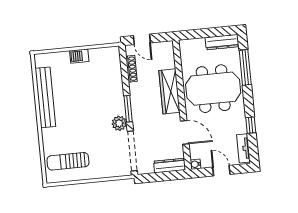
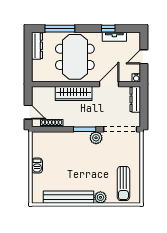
door: (142, 39) -> (28, 112), hinge flipped
plant: (49, 136) -> (100, 197), added
tv unit: (243, 148) -> (114, 37), moved

